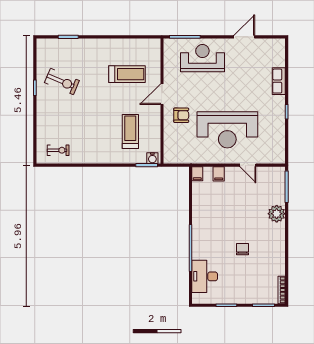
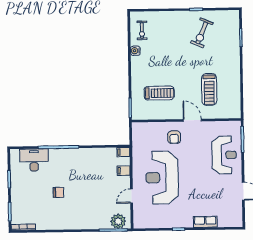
water cooler: (152, 158) -> (135, 51), moved
plant: (277, 214) -> (118, 221), moved

